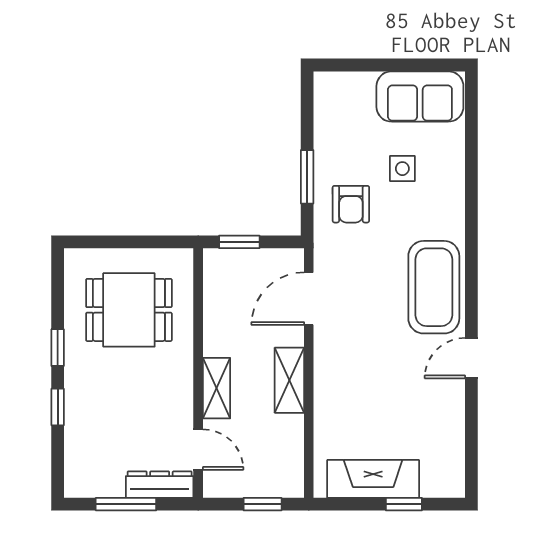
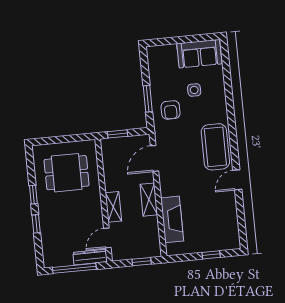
door: (198, 450) -> (107, 238), swing flipped
fireplace: (373, 479) -> (172, 219), moved, turned 90
window: (126, 504) -> (74, 268), width x1.44

